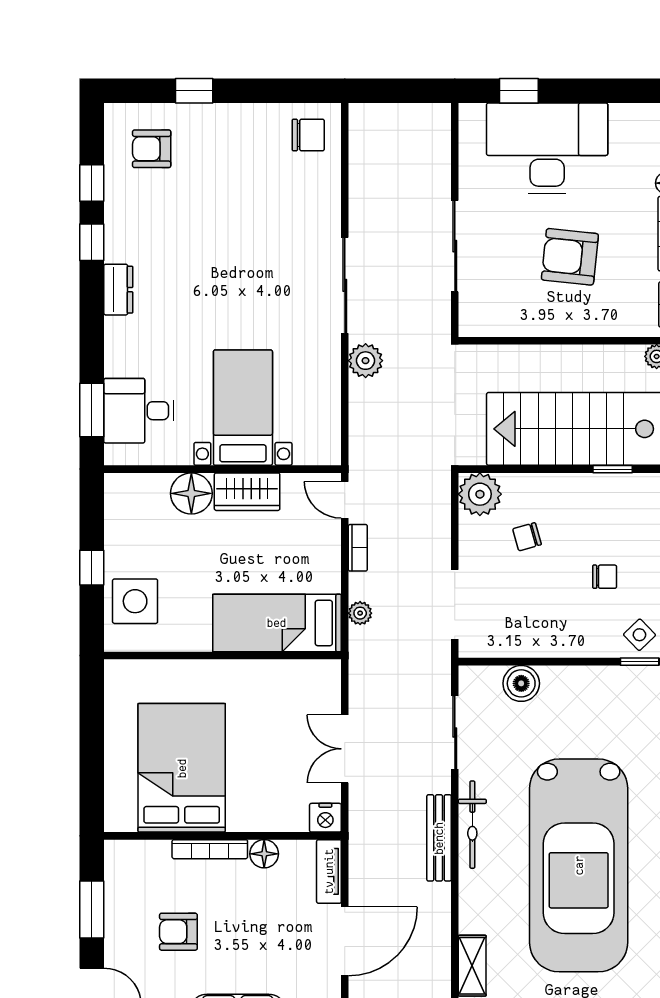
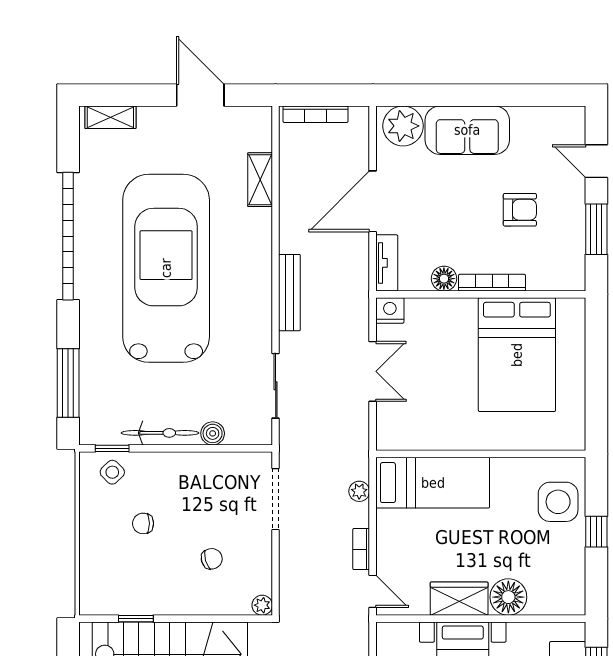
plant: (480, 494) -> (262, 605), width x0.53, depth x0.53
boiler: (521, 683) -> (213, 433), width x0.73, depth x0.73
bicycle: (472, 825) -> (160, 433), moved, turned 90

